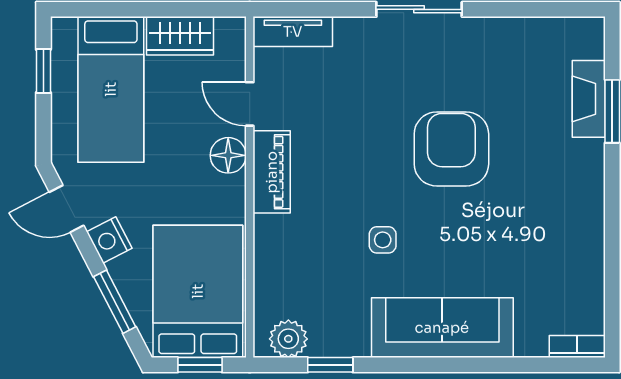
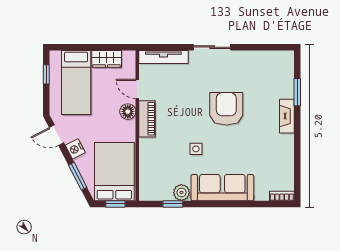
tv unit: (293, 32) -> (163, 57), width x1.41
fireplace: (589, 99) -> (287, 116), moved
plant: (288, 339) -> (181, 193), moved

